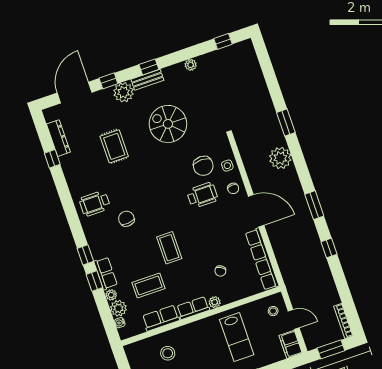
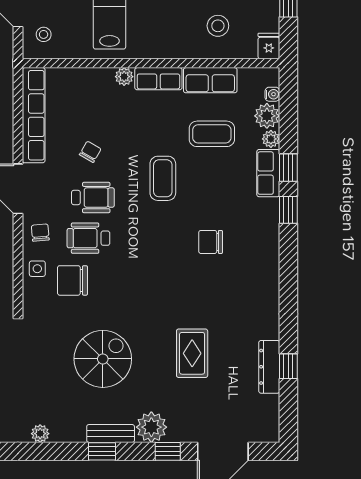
spiral stairs: (168, 124) -> (103, 359), turned -90
dresser: (58, 138) -> (269, 367), moved
chair: (203, 166) -> (72, 280), turned -90
wheelchair: (95, 203) -> (93, 198), moved
chair: (126, 219) -> (211, 242), turned 96
chair: (220, 271) -> (90, 152), moved
fridge: (132, 352) -> (269, 46), added

